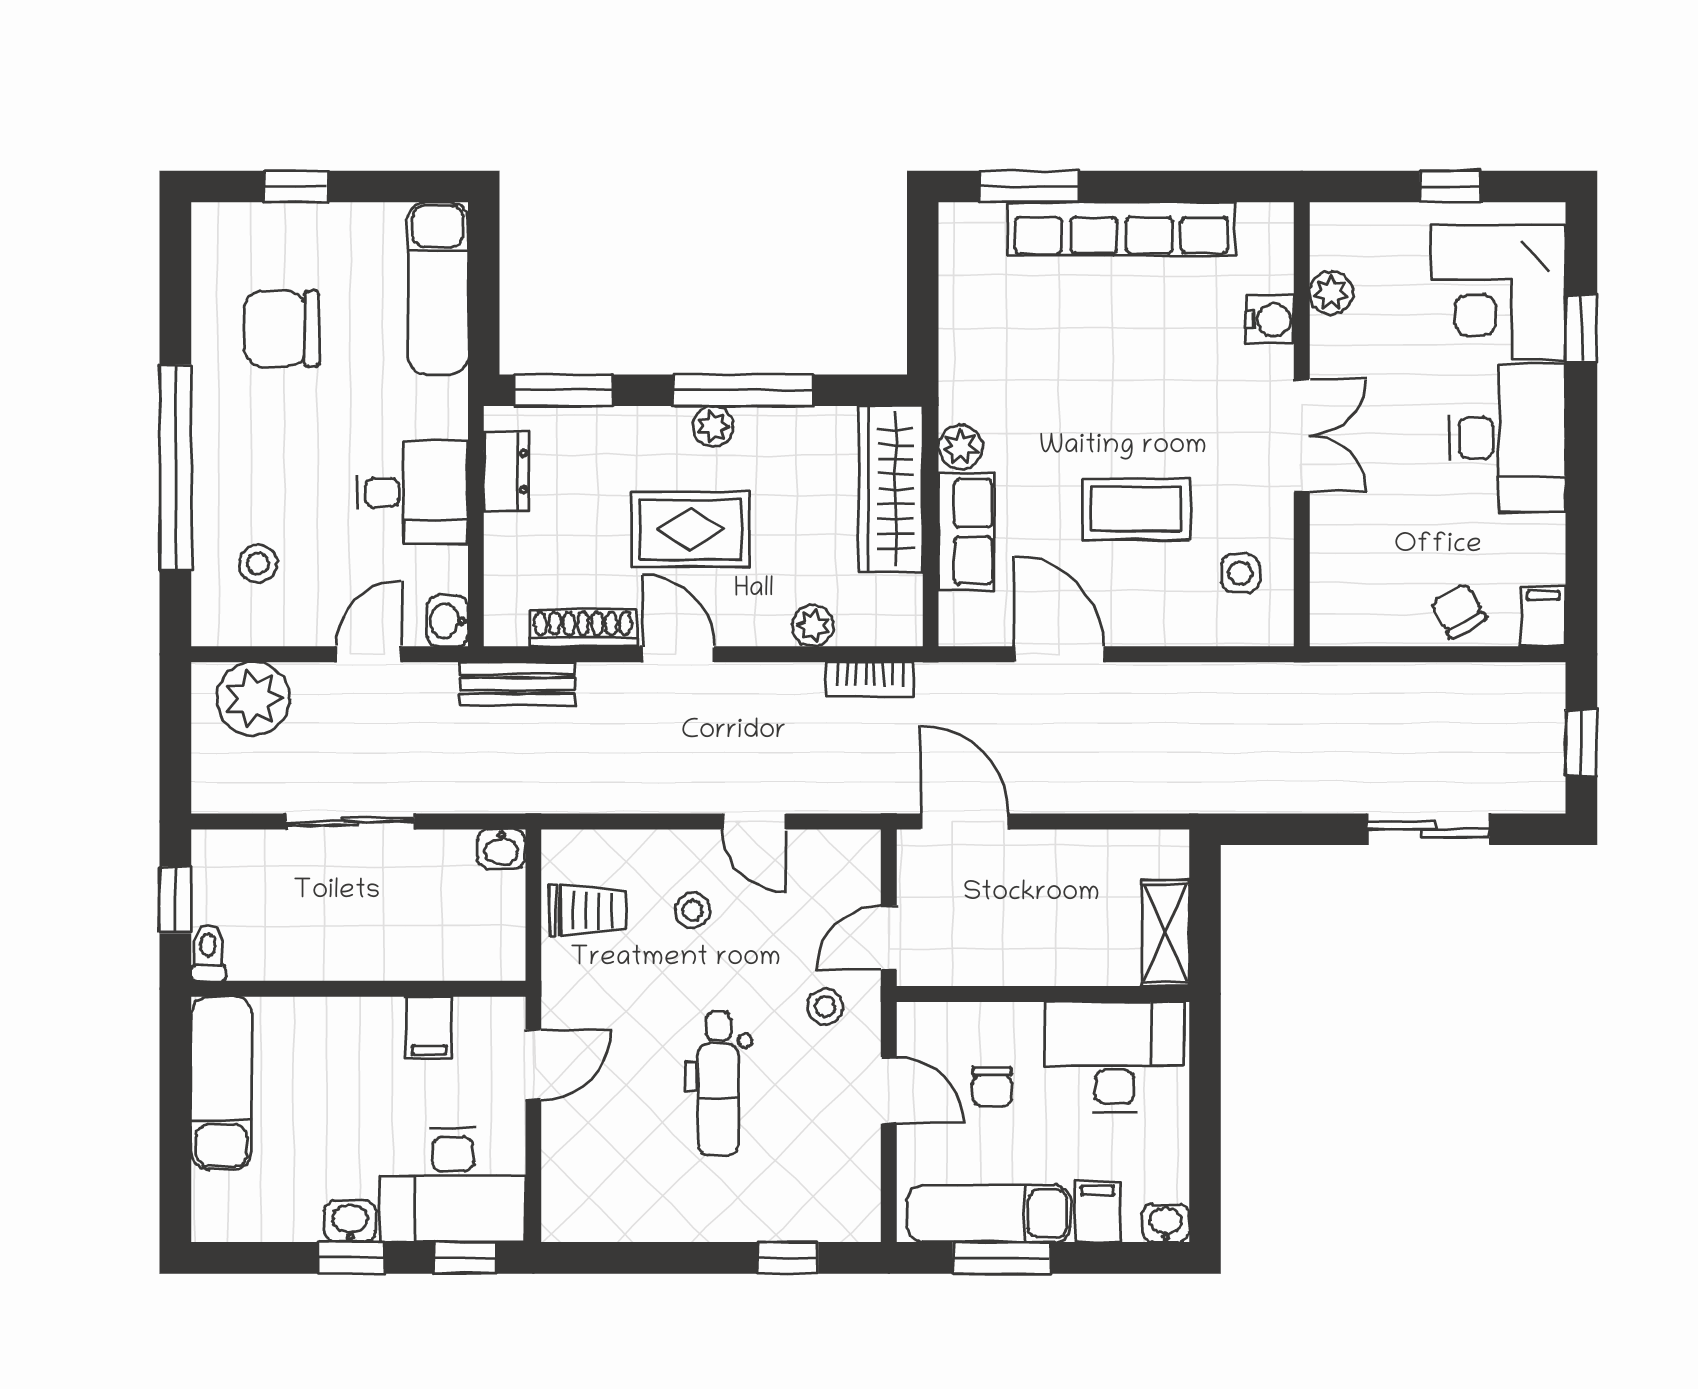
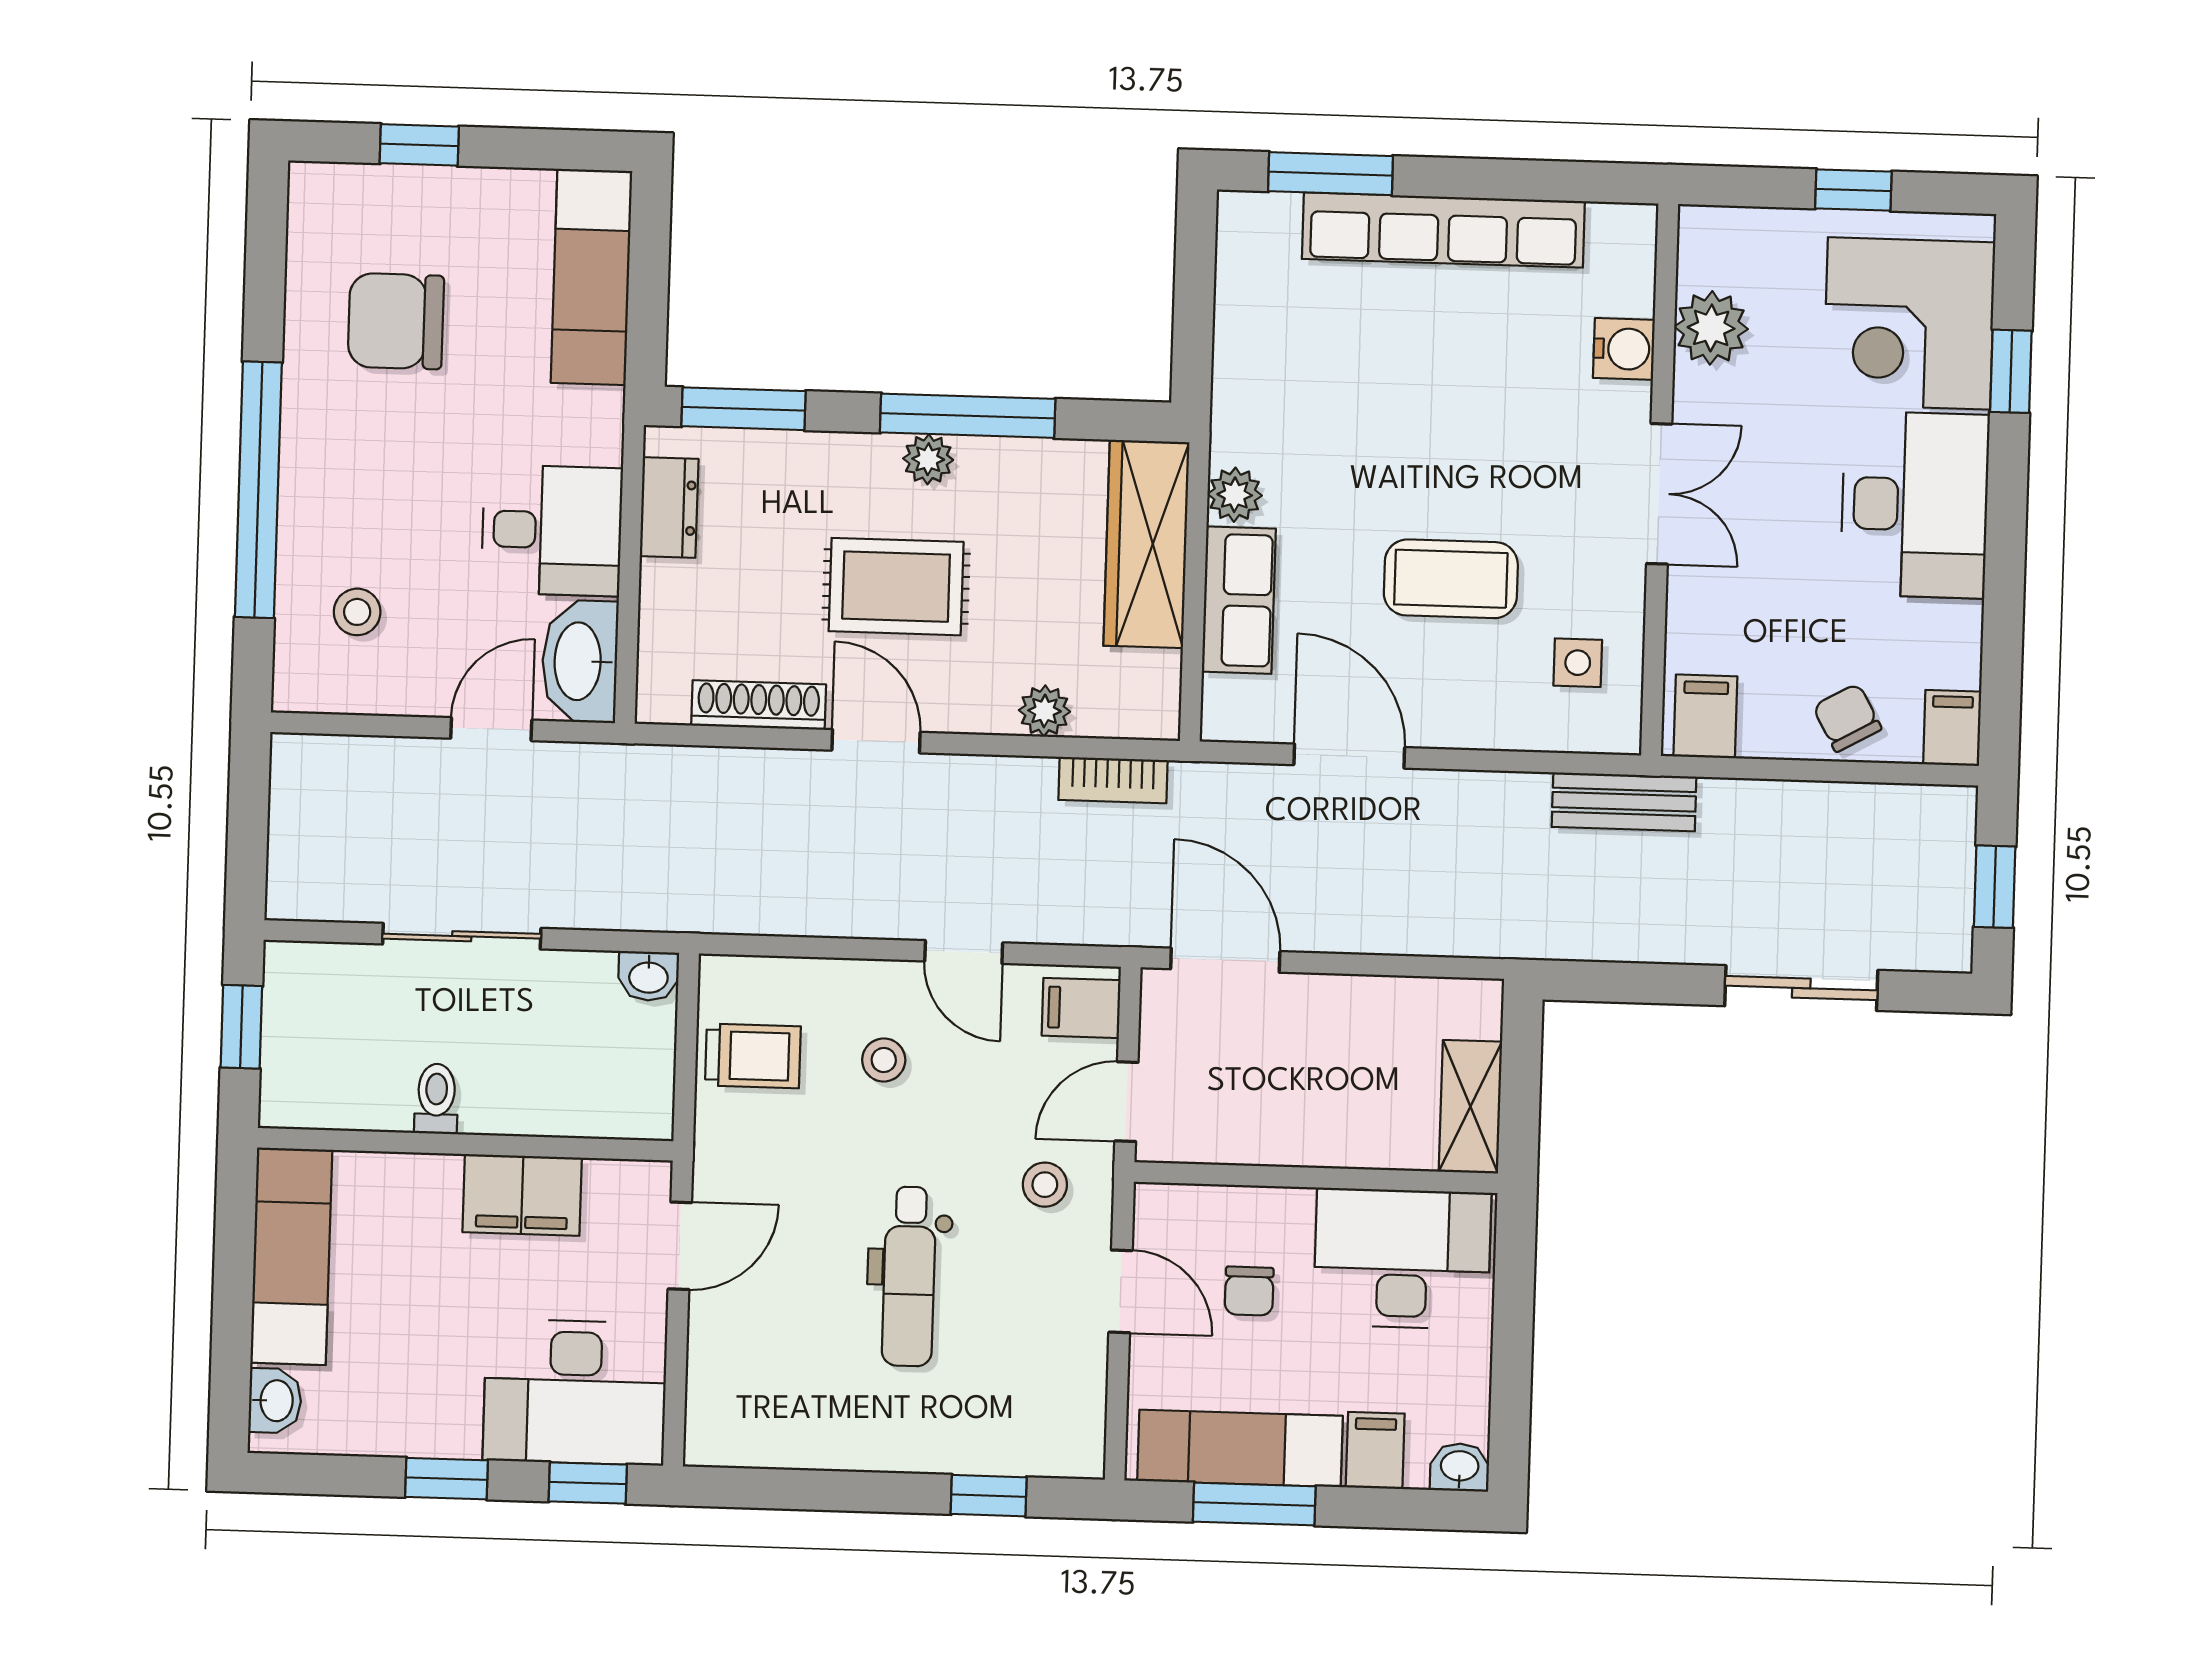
plant: (1331, 293) -> (1711, 328), width x1.38, depth x1.38
filing cabinet: (1344, 613) -> (1705, 716), added
washbasin: (447, 621) -> (580, 661), width x1.91, depth x1.45
bench: (517, 684) -> (1624, 802), moved
plant: (253, 699) -> (346, 780), removed
filing cabinet: (850, 863) -> (1081, 1008), added
toilet: (208, 953) -> (436, 1099), moved
filing cabinet: (429, 1028) -> (522, 1195), width x2.00
washbasin: (350, 1221) -> (275, 1401), moved, turned 90

